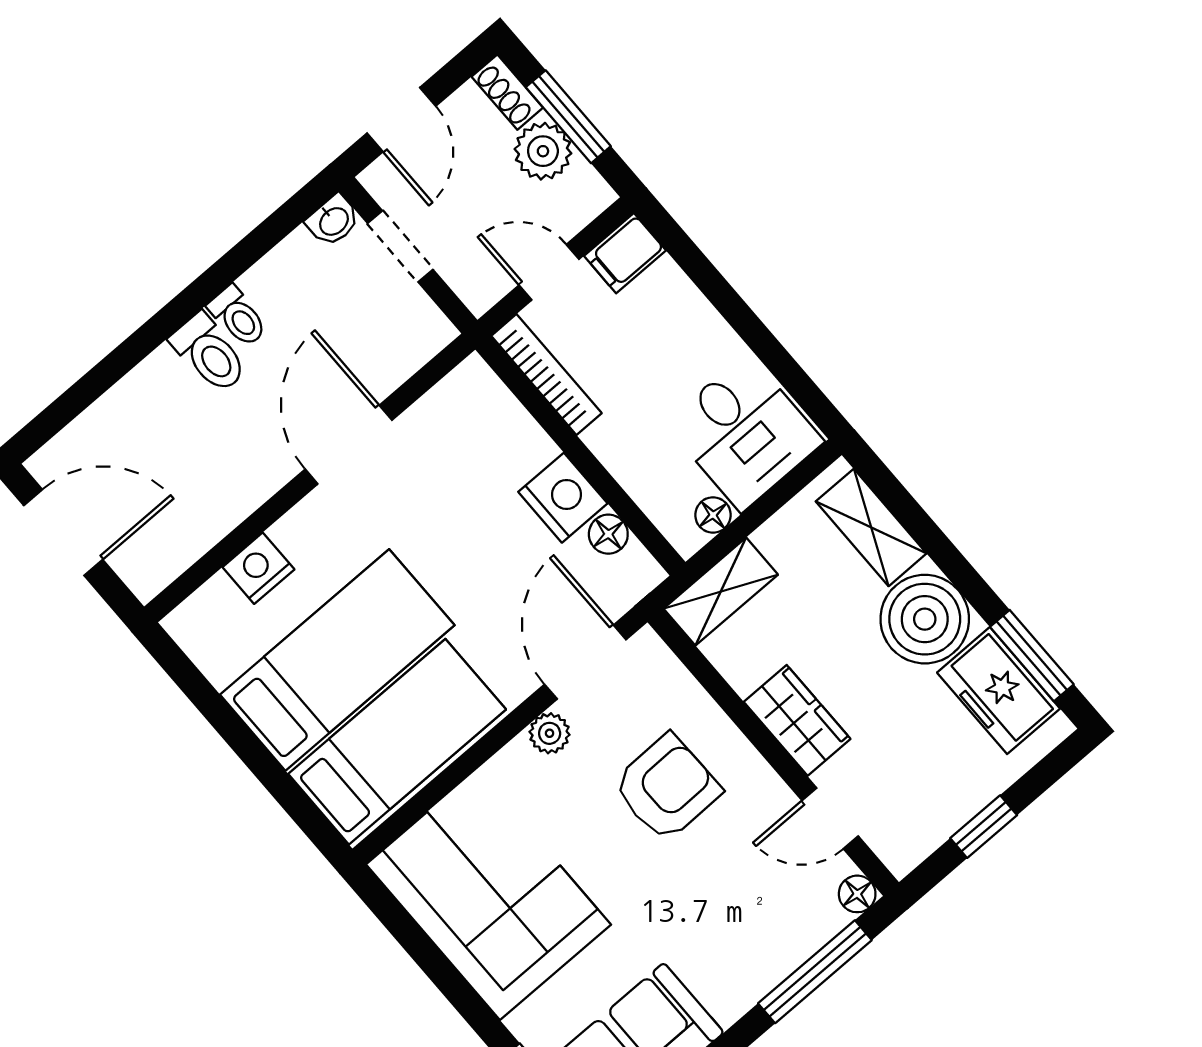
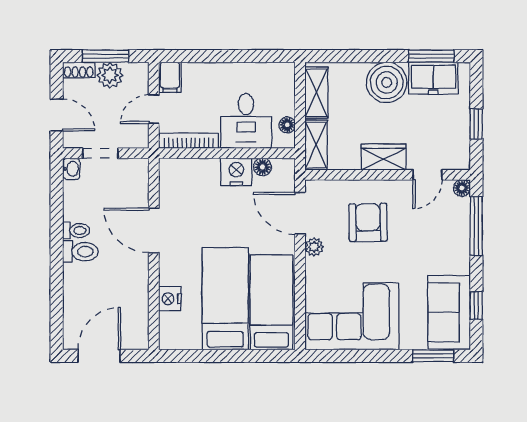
desk: (744, 433) -> (246, 121), moved, turned 90
shelving: (871, 527) -> (316, 93), moved, turned 90

